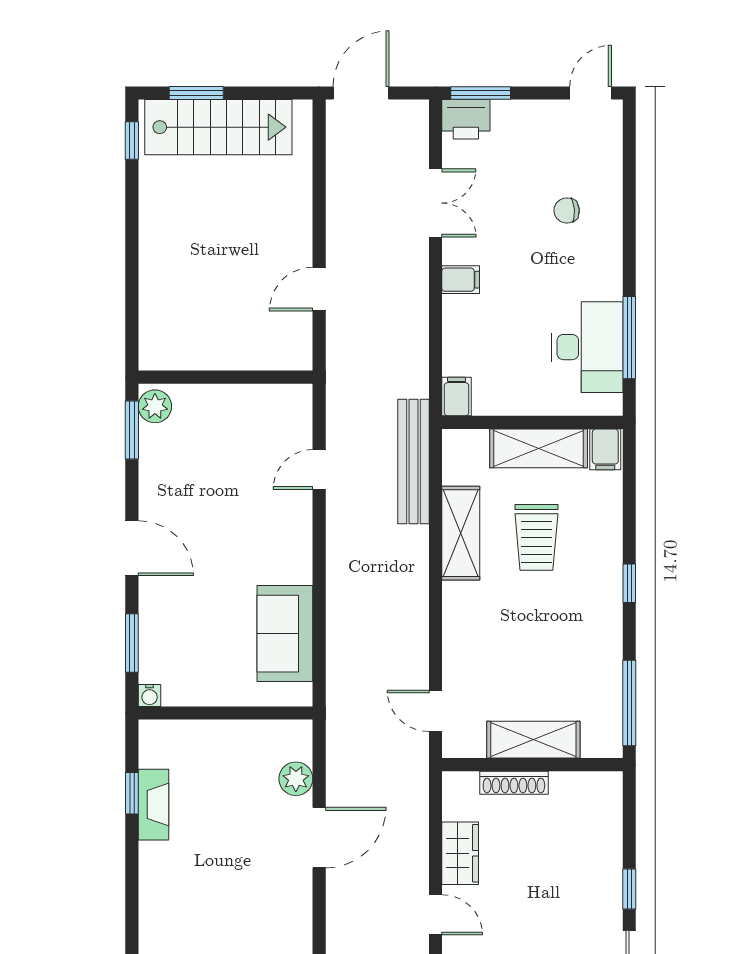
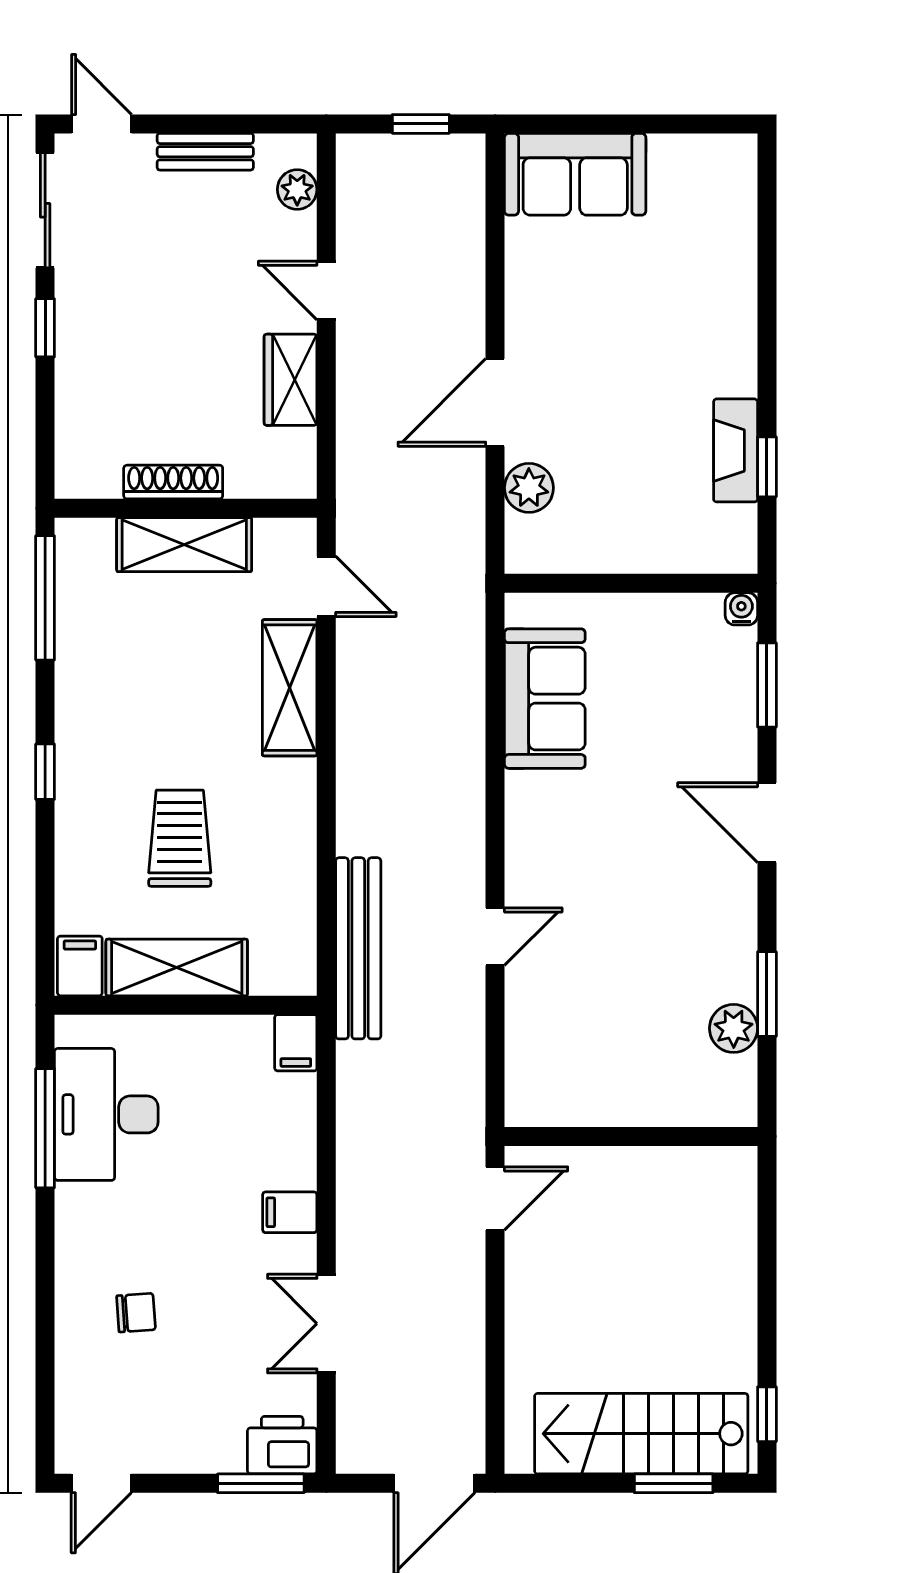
wall: (226, 377) -> (631, 1136), moved
shelving: (461, 533) -> (290, 688), moved
shoe rack: (514, 783) -> (173, 482), moved

